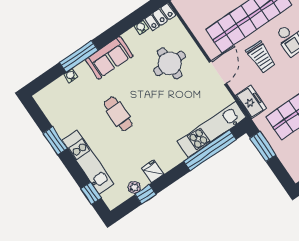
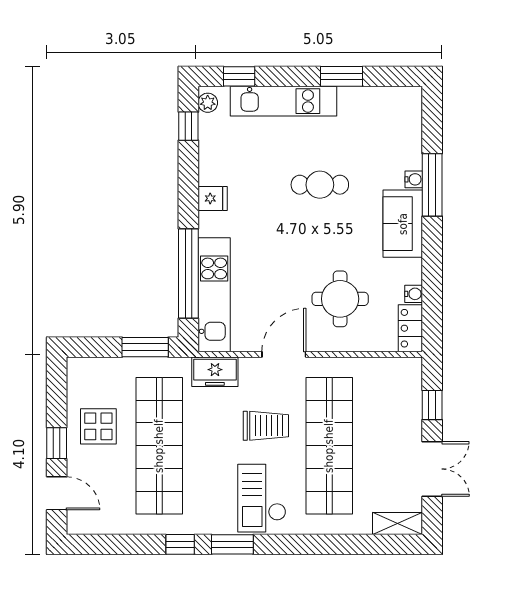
trolley: (261, 57) -> (266, 426), turned 180
door: (218, 73) -> (284, 354), swing flipped
water cooler: (71, 76) -> (414, 179), moved
fridge: (153, 171) -> (213, 198), moved
plant: (134, 187) -> (208, 103), moved
window: (145, 194) -> (188, 126), moved

